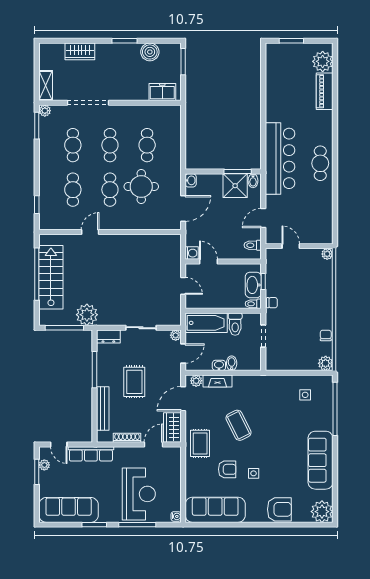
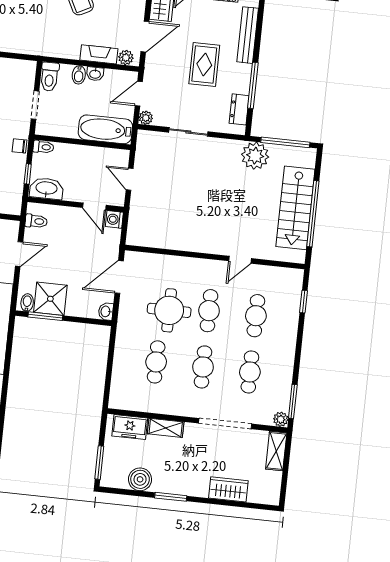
shelving: (134, 94) -> (166, 428), added
washbasin: (253, 285) -> (46, 189), moved, turned -90
toilet: (235, 324) -> (50, 77), moved, turned 180
dresser: (108, 336) -> (239, 109), moved, turned -90

